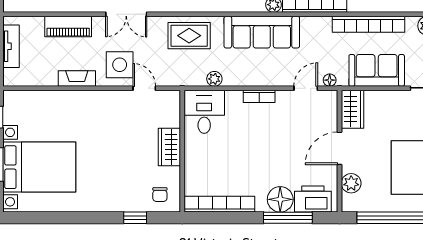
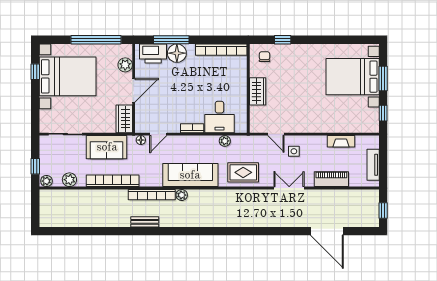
side table: (120, 65) -> (294, 151), width x0.54, depth x0.54
fireplace: (77, 78) -> (341, 141), moved
desk: (204, 112) -> (219, 117), moved

